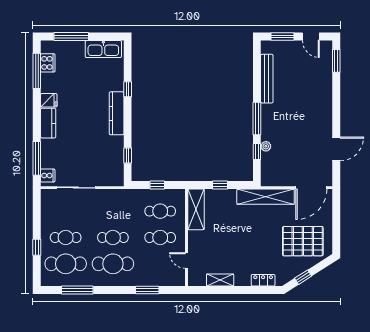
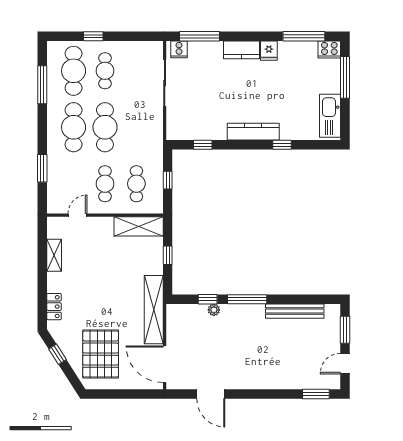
cooker: (48, 63) -> (329, 49), moved
cafe table: (113, 237) -> (105, 127), width x1.37, depth x1.35

